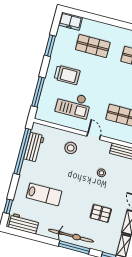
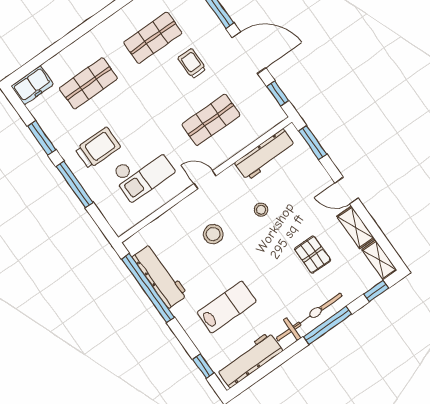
window: (38, 92) -> (75, 184), moved
workbench: (34, 147) -> (160, 276), width x1.38
stool: (71, 148) -> (213, 234), moved
pallet: (101, 213) -> (313, 255), turned 90
workbench: (24, 224) -> (250, 360), width x1.38

